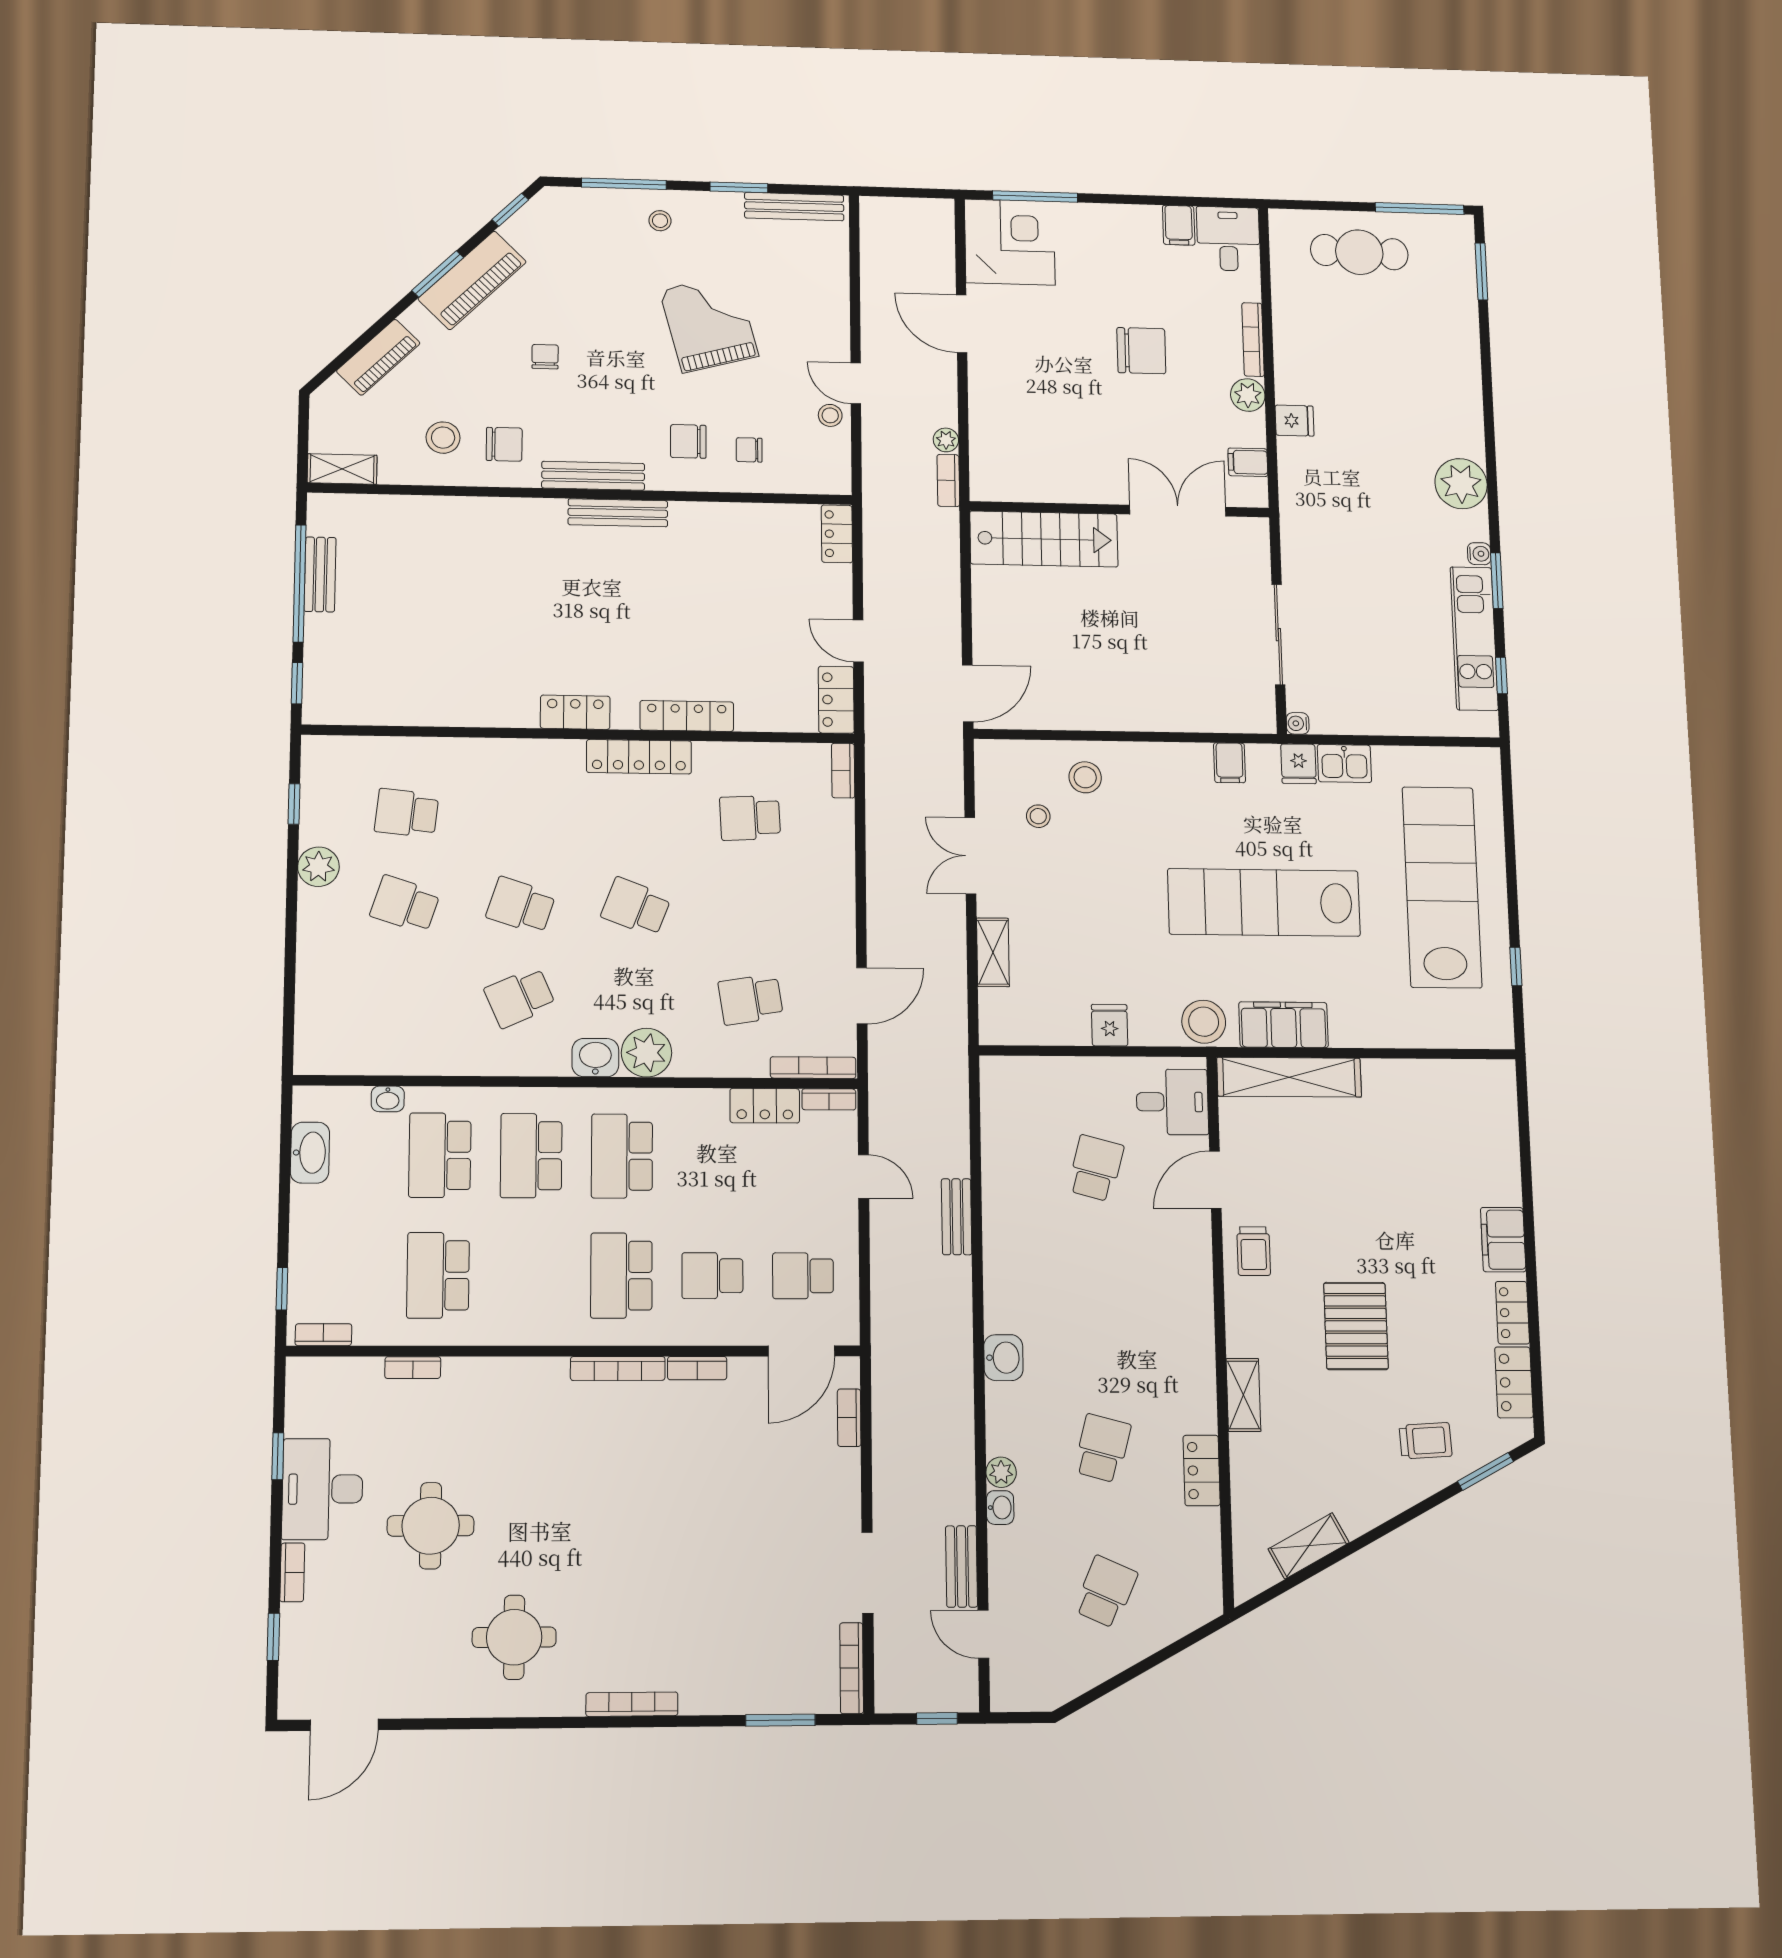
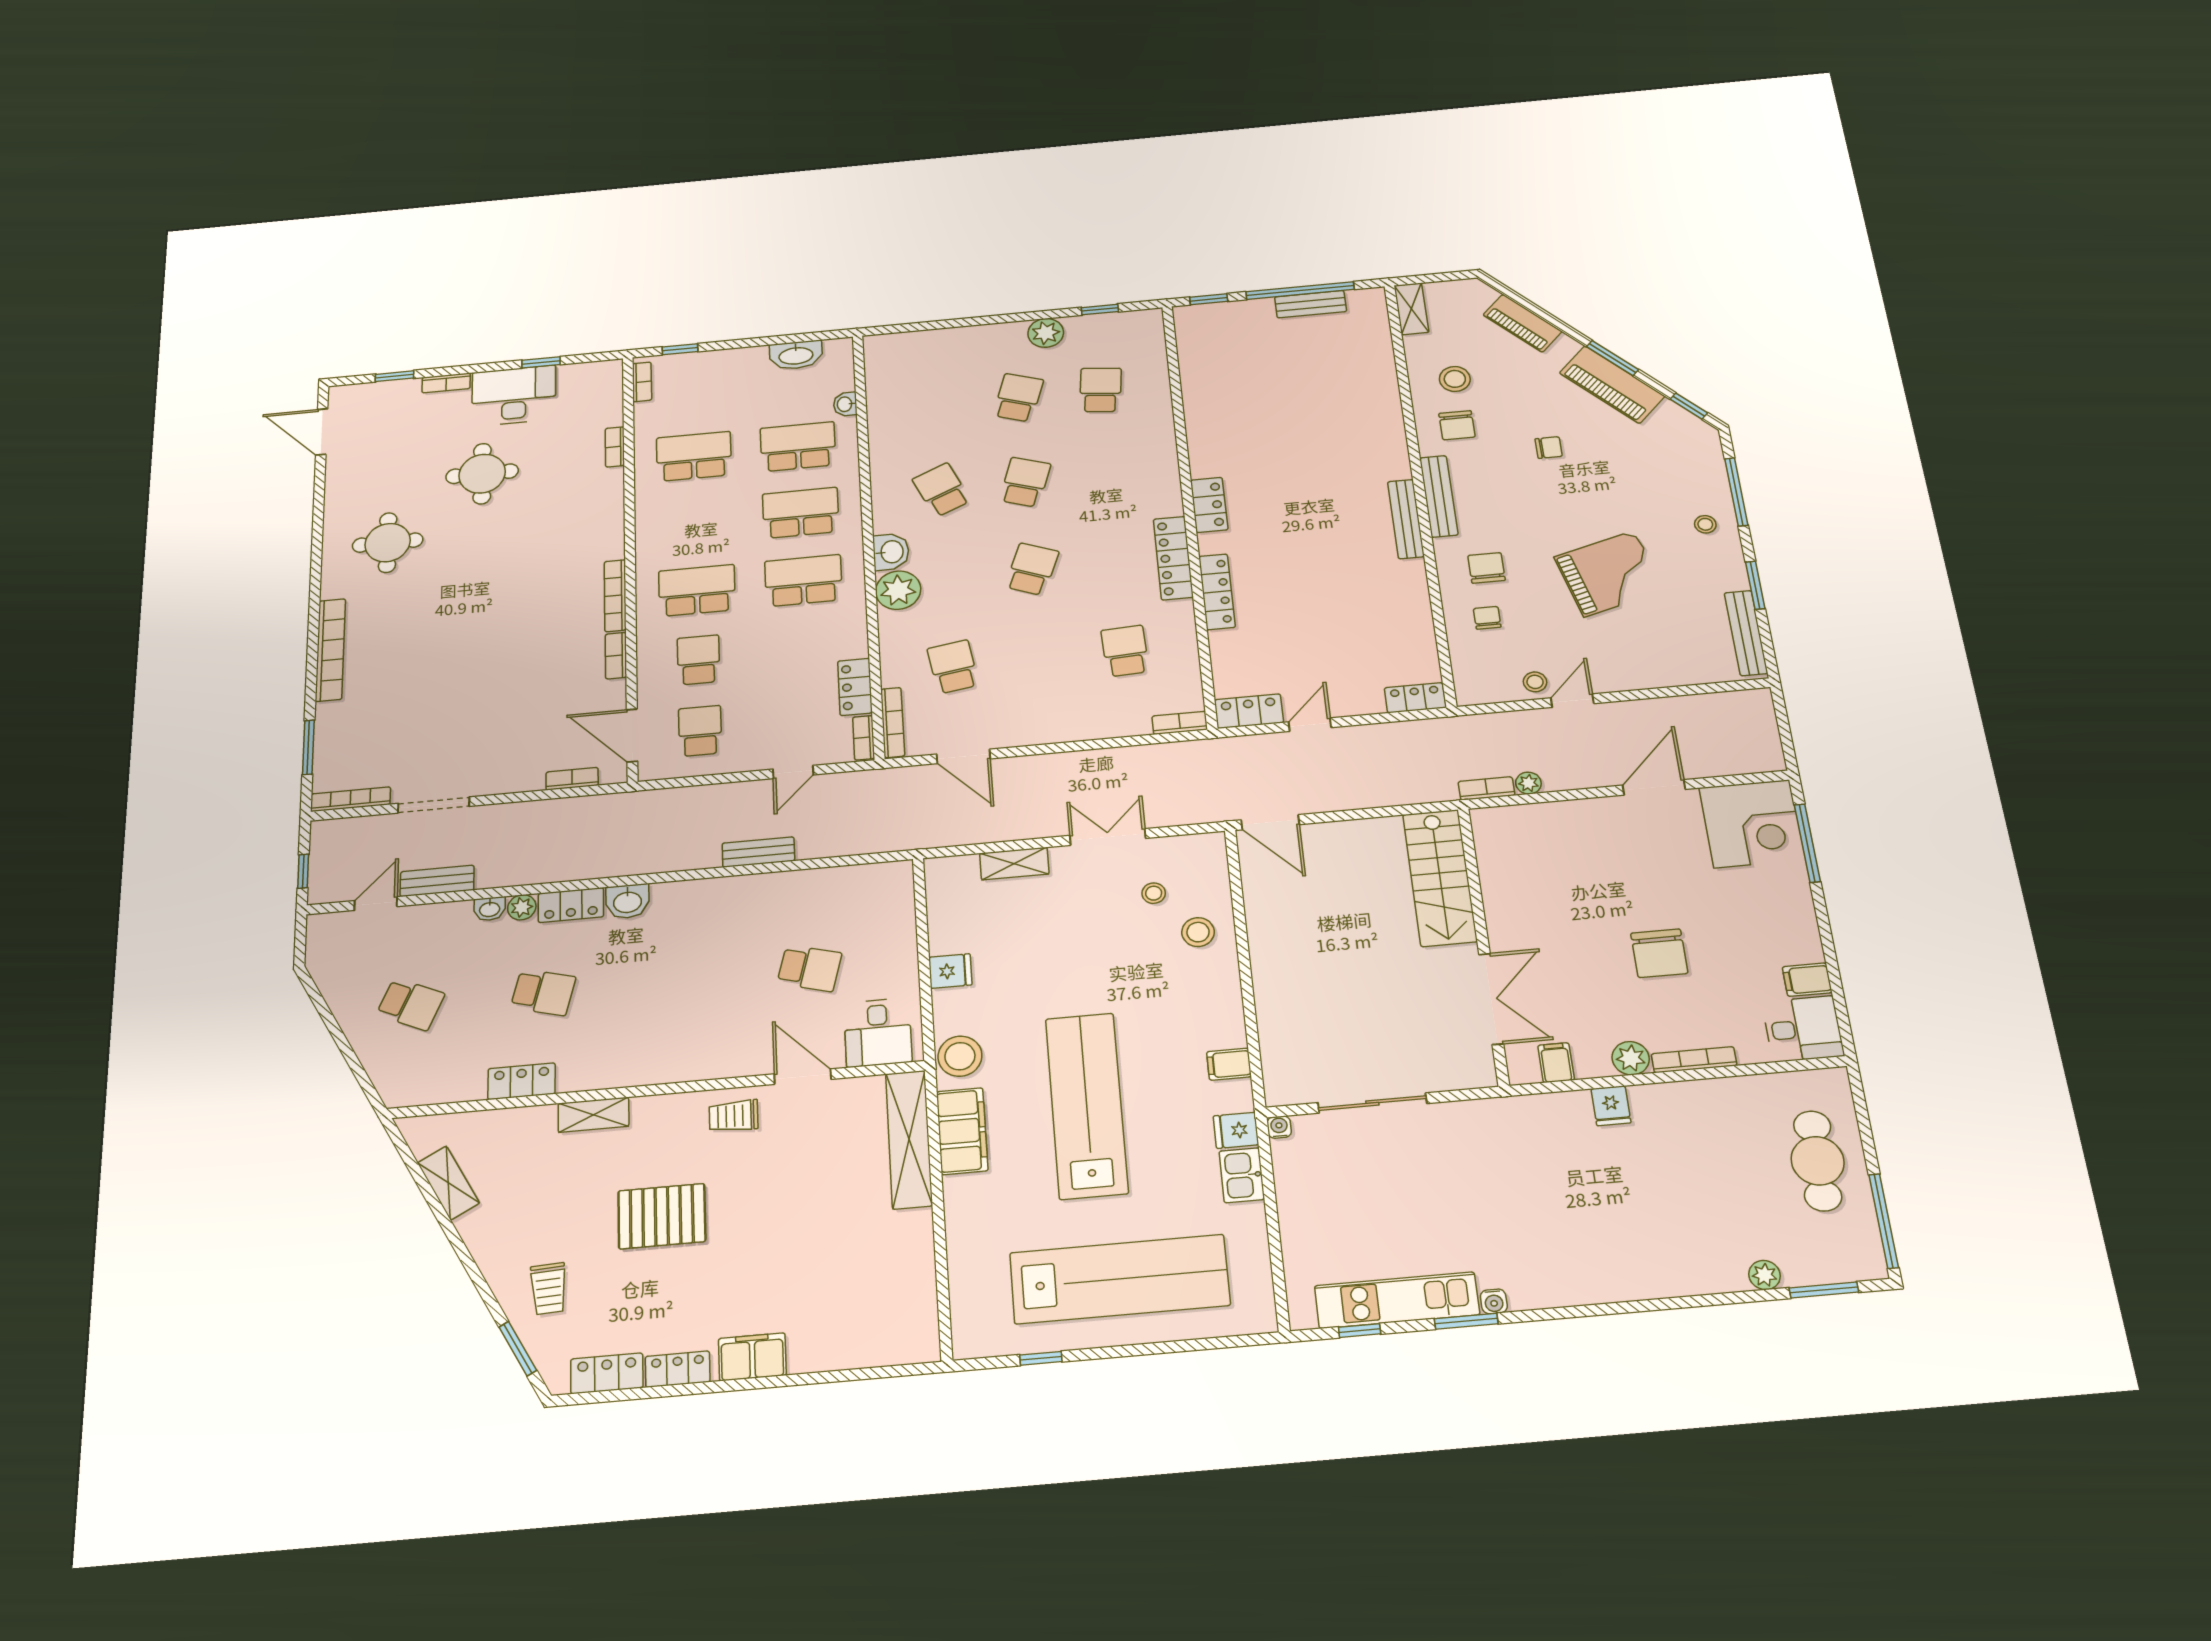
plant: (1461, 484) -> (1765, 1275), moved, width x0.53, depth x0.53
locker: (1003, 1419) -> (571, 905), added
bookcase: (632, 1704) -> (330, 650), width x1.48, depth x1.31

